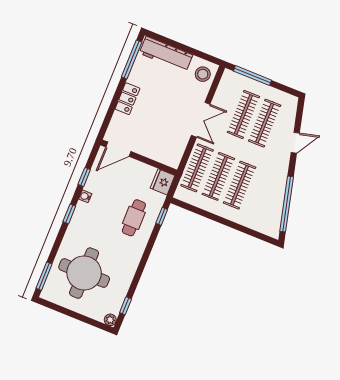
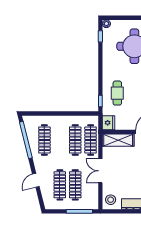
shelving: (159, 152) -> (118, 140), added
clothes rail: (240, 185) -> (44, 140), moved

